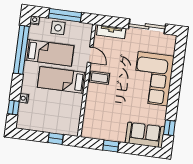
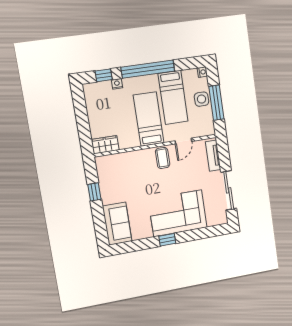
window: (21, 50) -> (148, 69), moved
wardrobe: (73, 124) -> (105, 145), added
window: (169, 128) -> (167, 240), moved
window: (56, 139) -> (84, 131), removed

